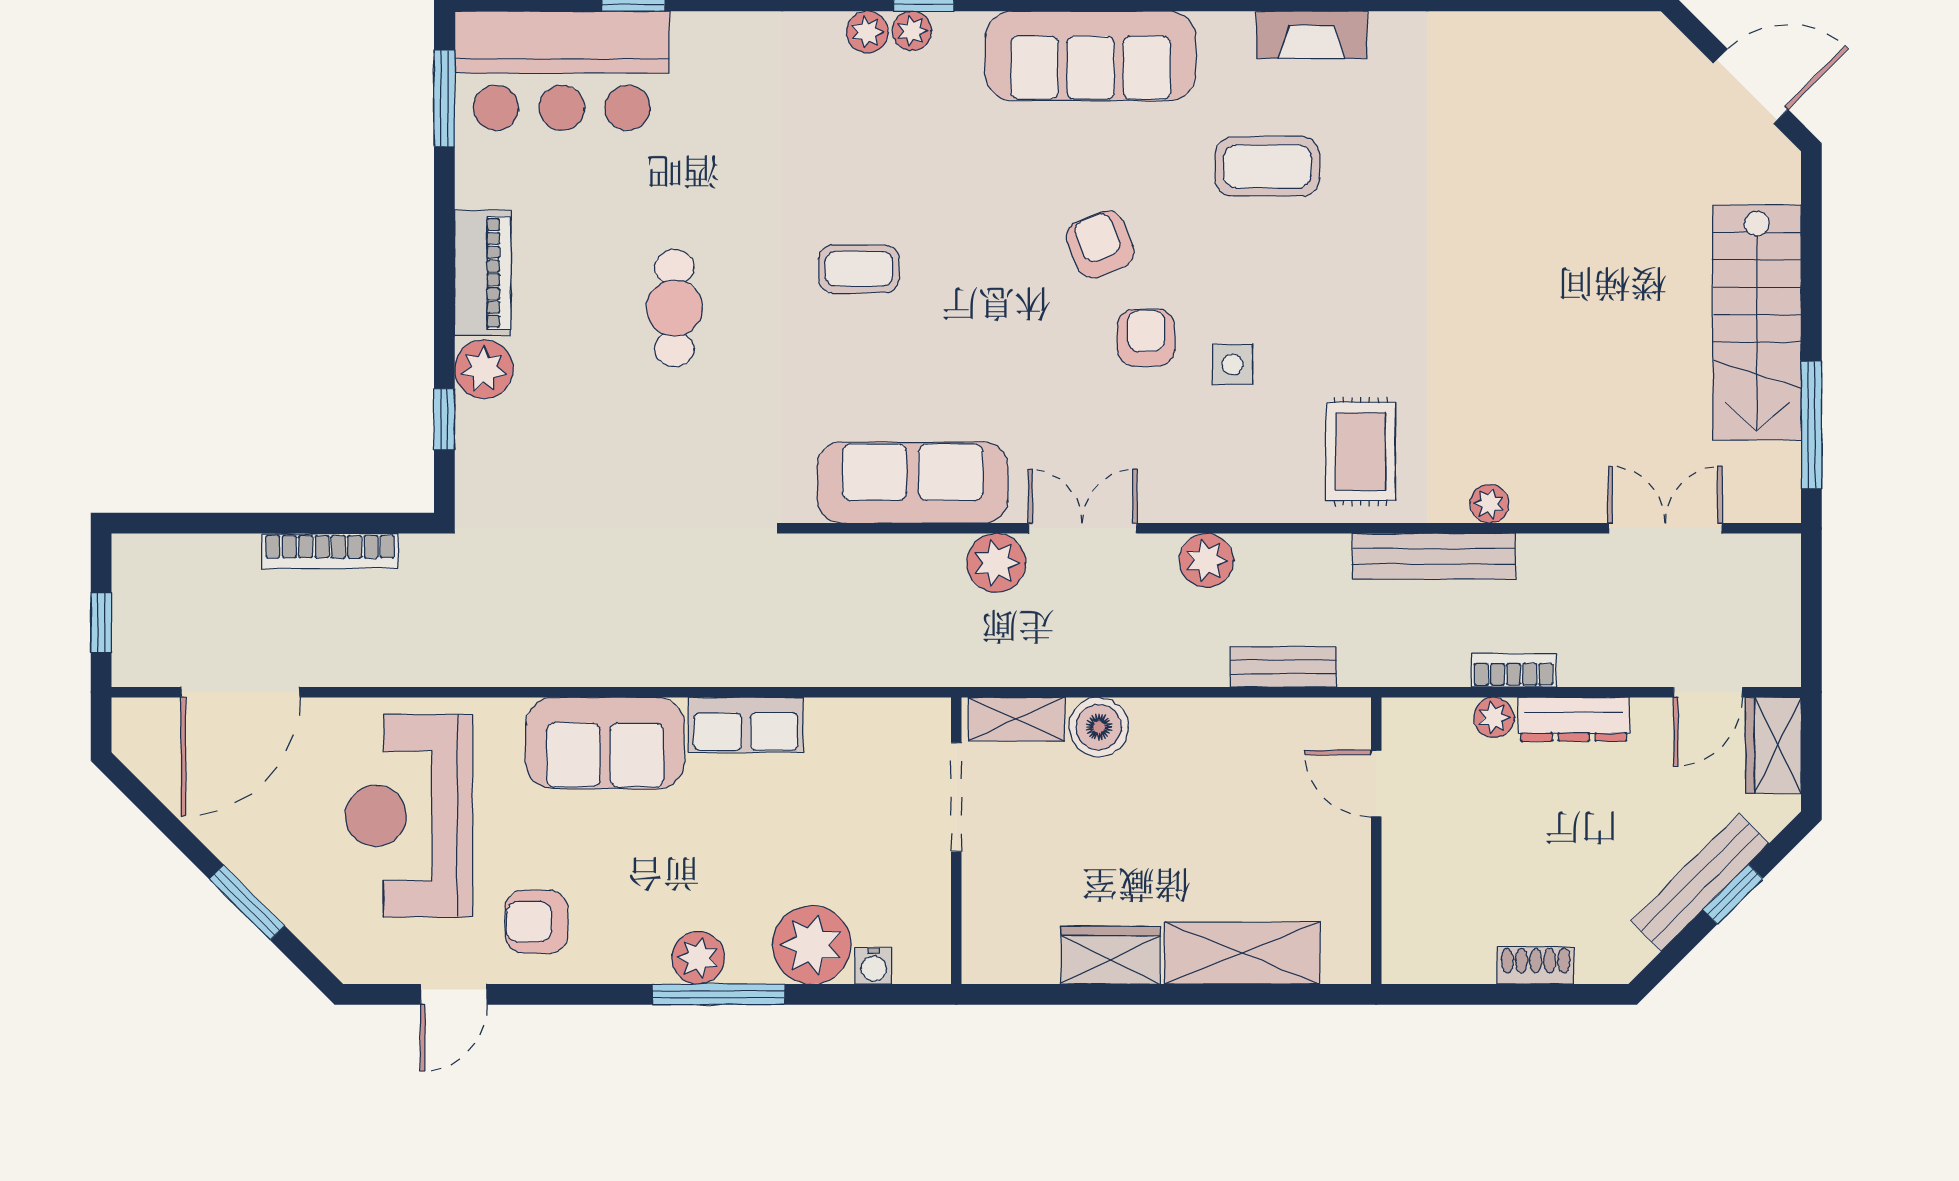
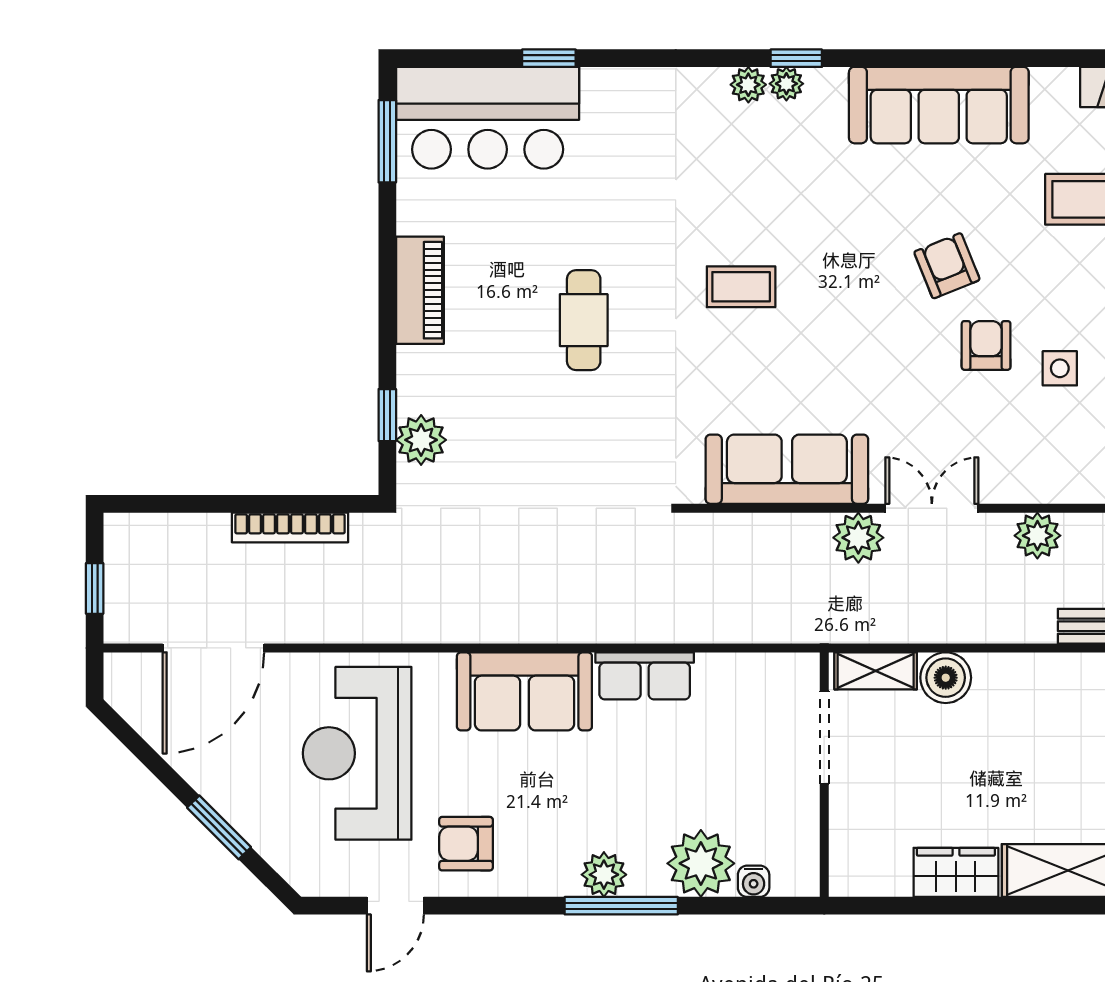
plant: (484, 369) -> (421, 440), moved

